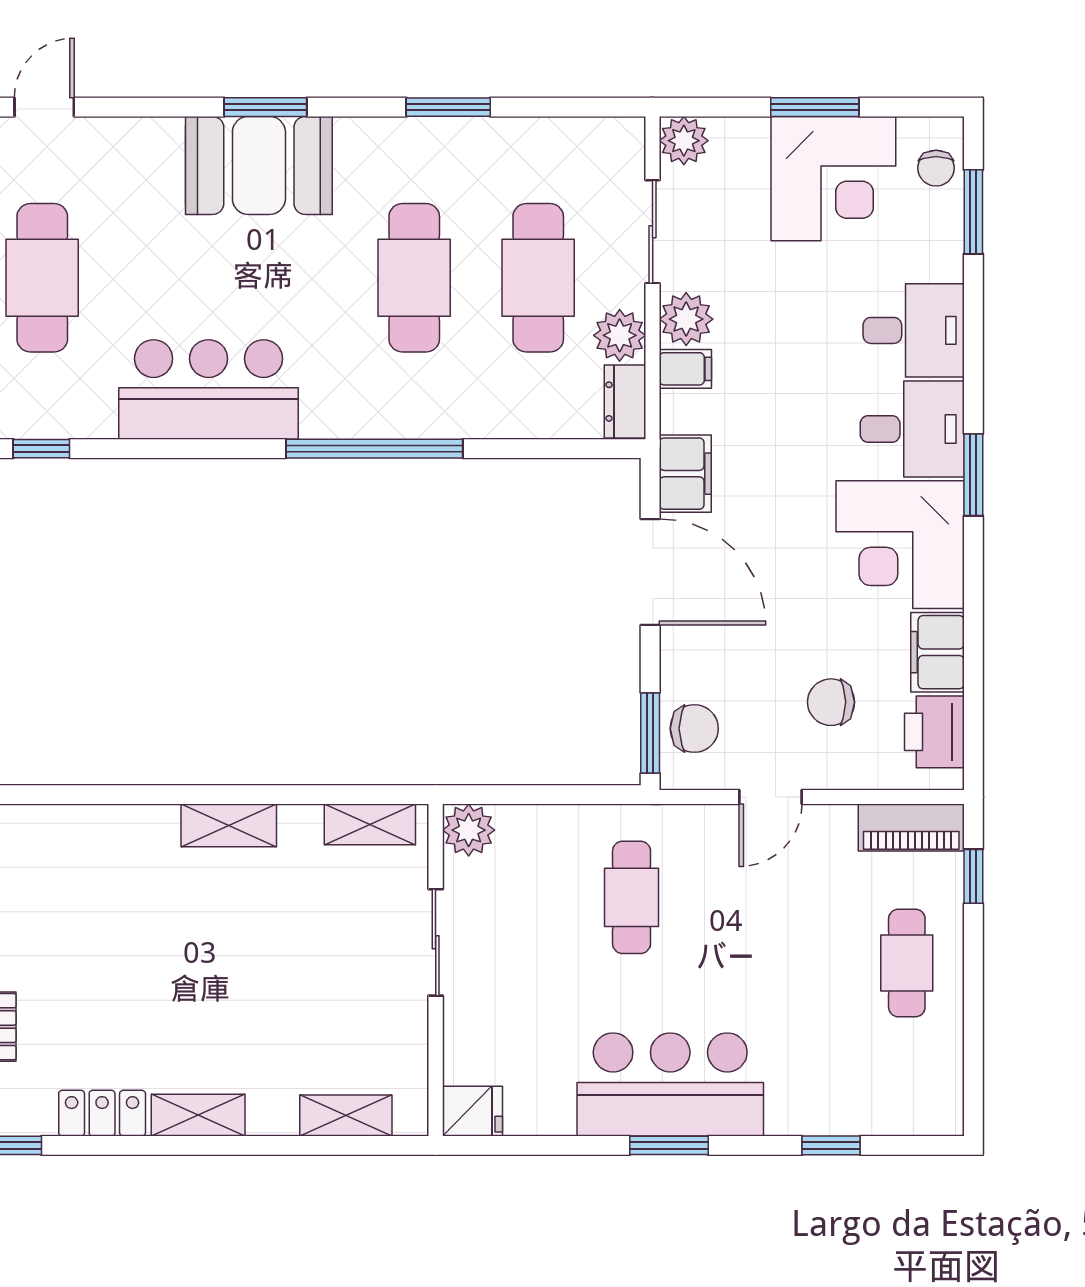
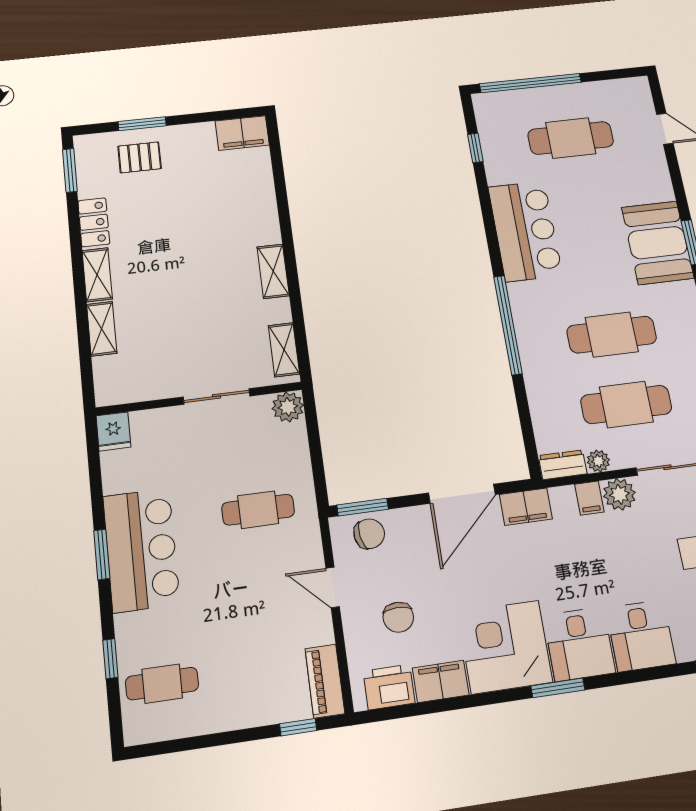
plant: (620, 335) -> (598, 461), width x0.73, depth x0.73
chair: (831, 702) -> (398, 617), turned 180
chair: (694, 728) -> (369, 534), turned -100
cafe table: (907, 963) -> (162, 684), moved
shelving: (346, 1116) -> (102, 329), moved

